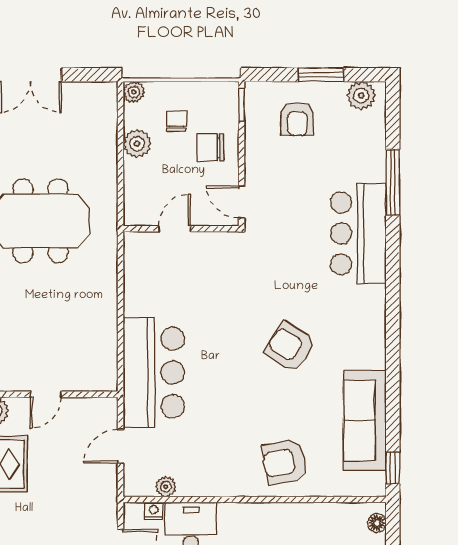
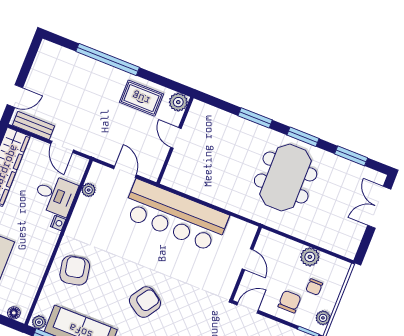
plant: (134, 92) -> (323, 318), moved
chair: (176, 121) -> (314, 287), turned 90
bar counter: (154, 372) -> (175, 216), width x1.36
plant: (376, 483) -> (39, 322), added
nightstand: (154, 511) -> (58, 223), moved

